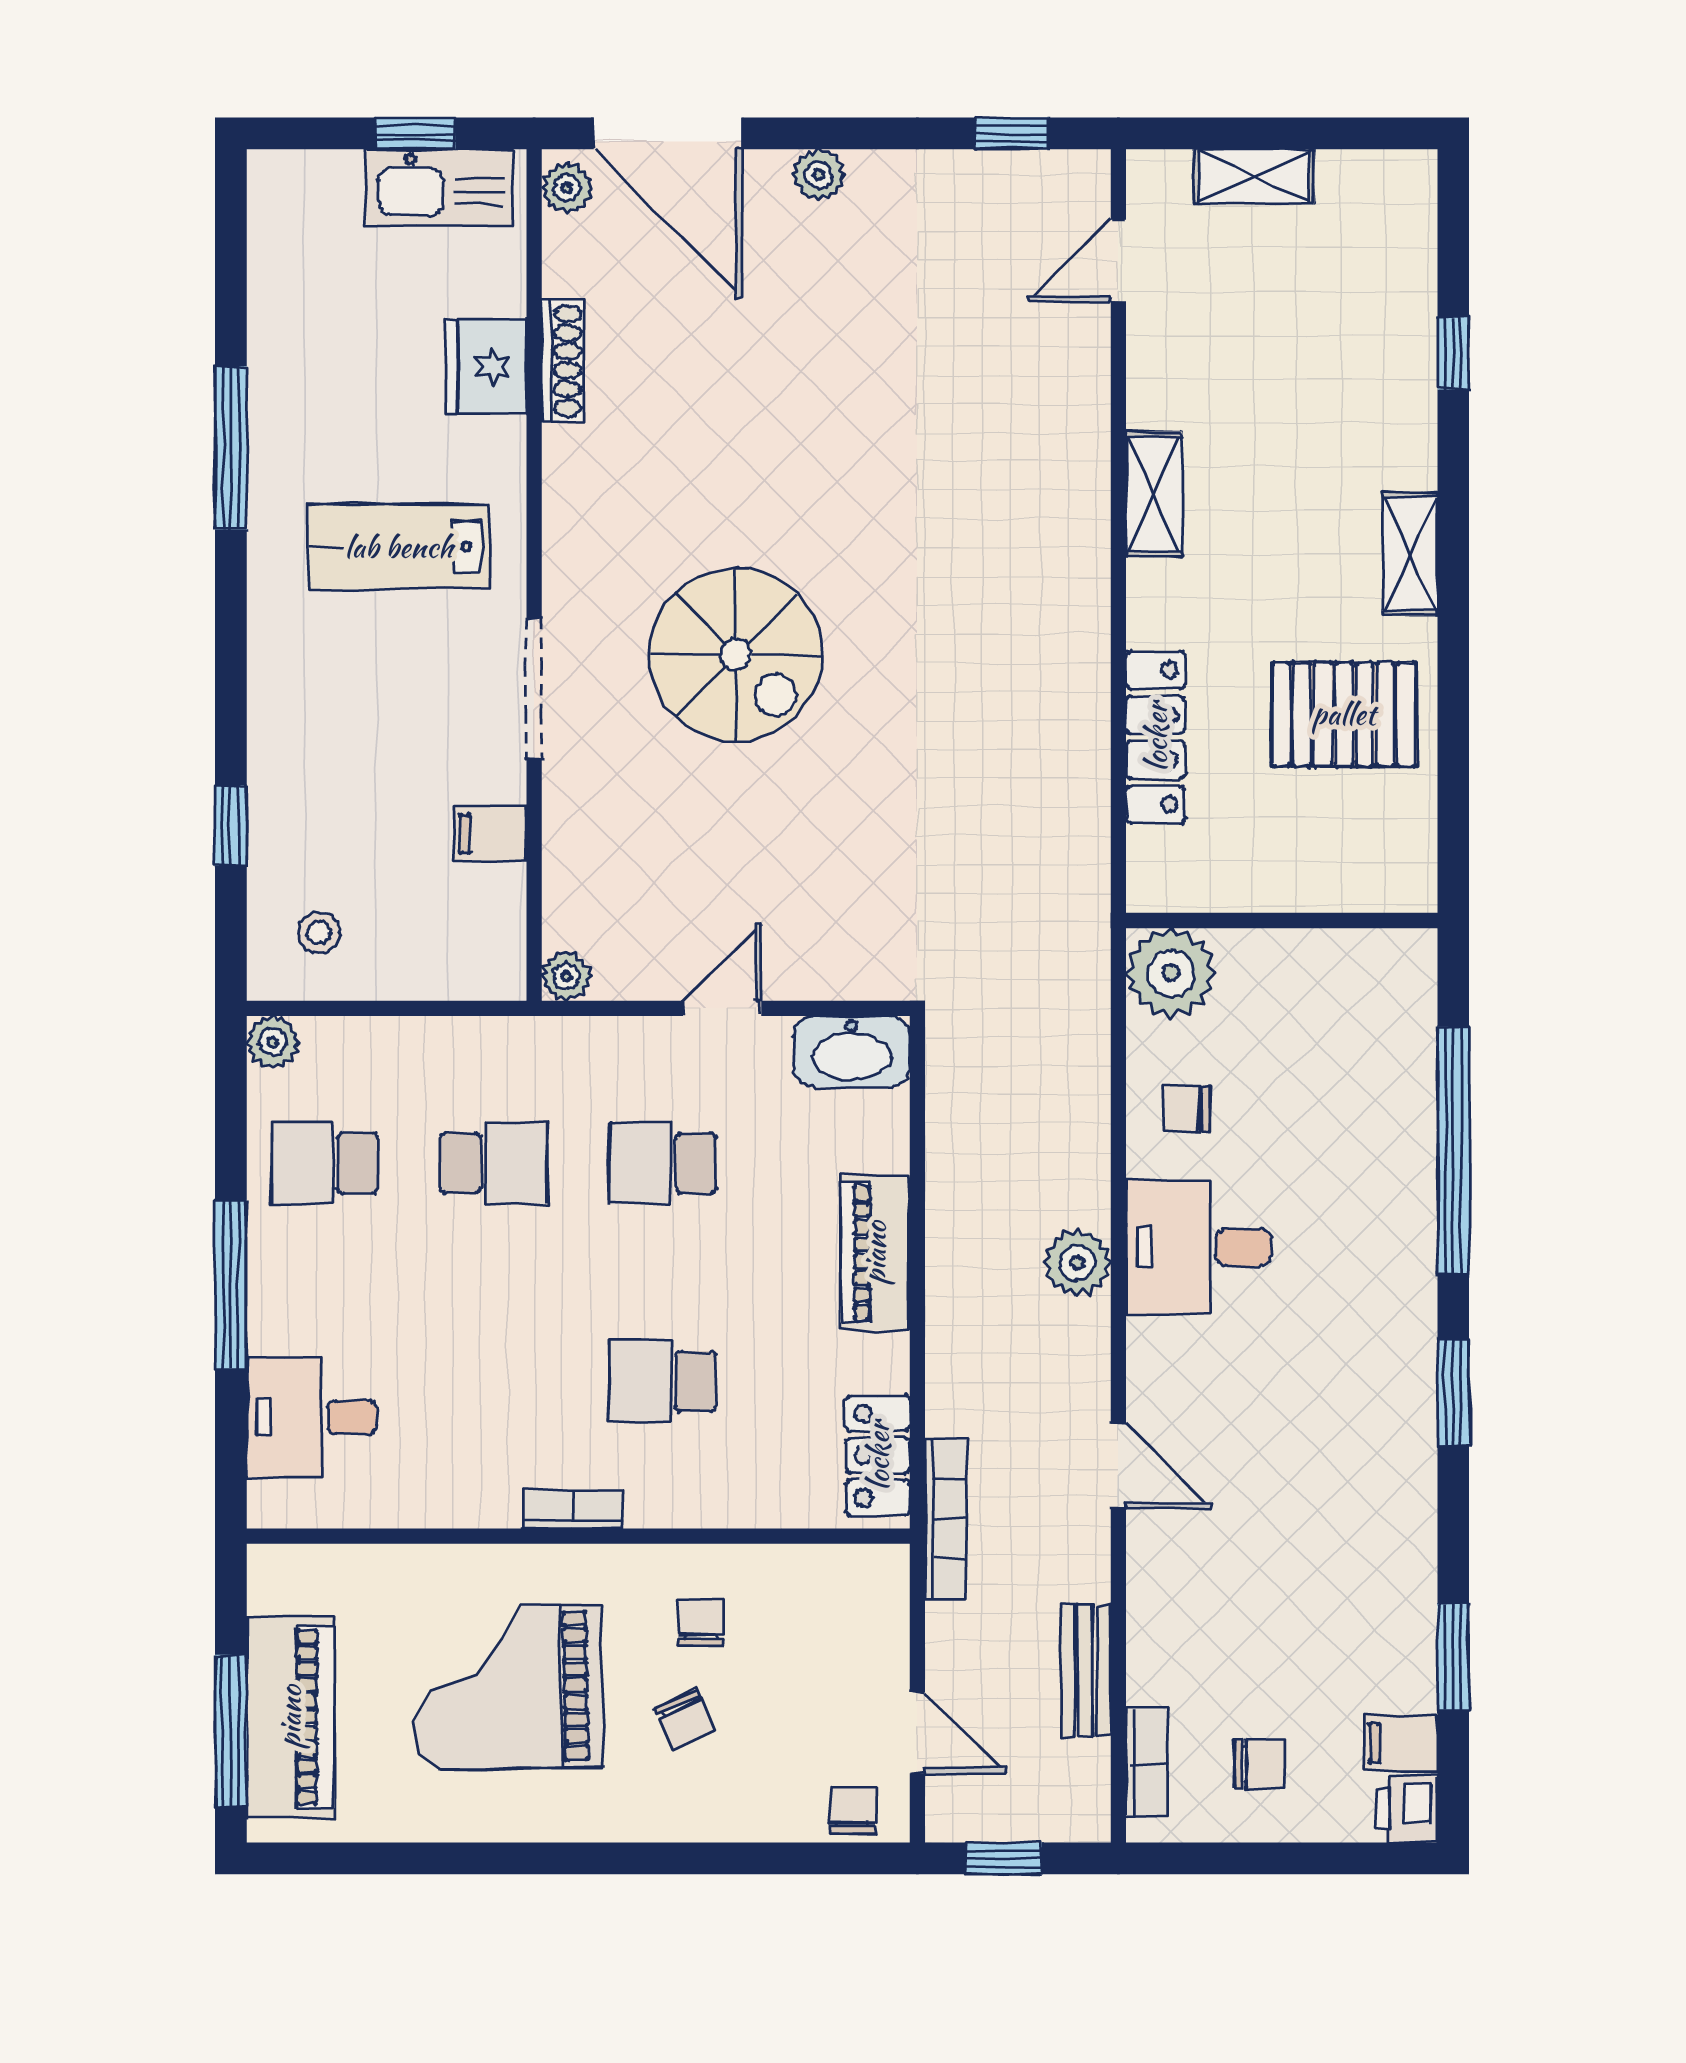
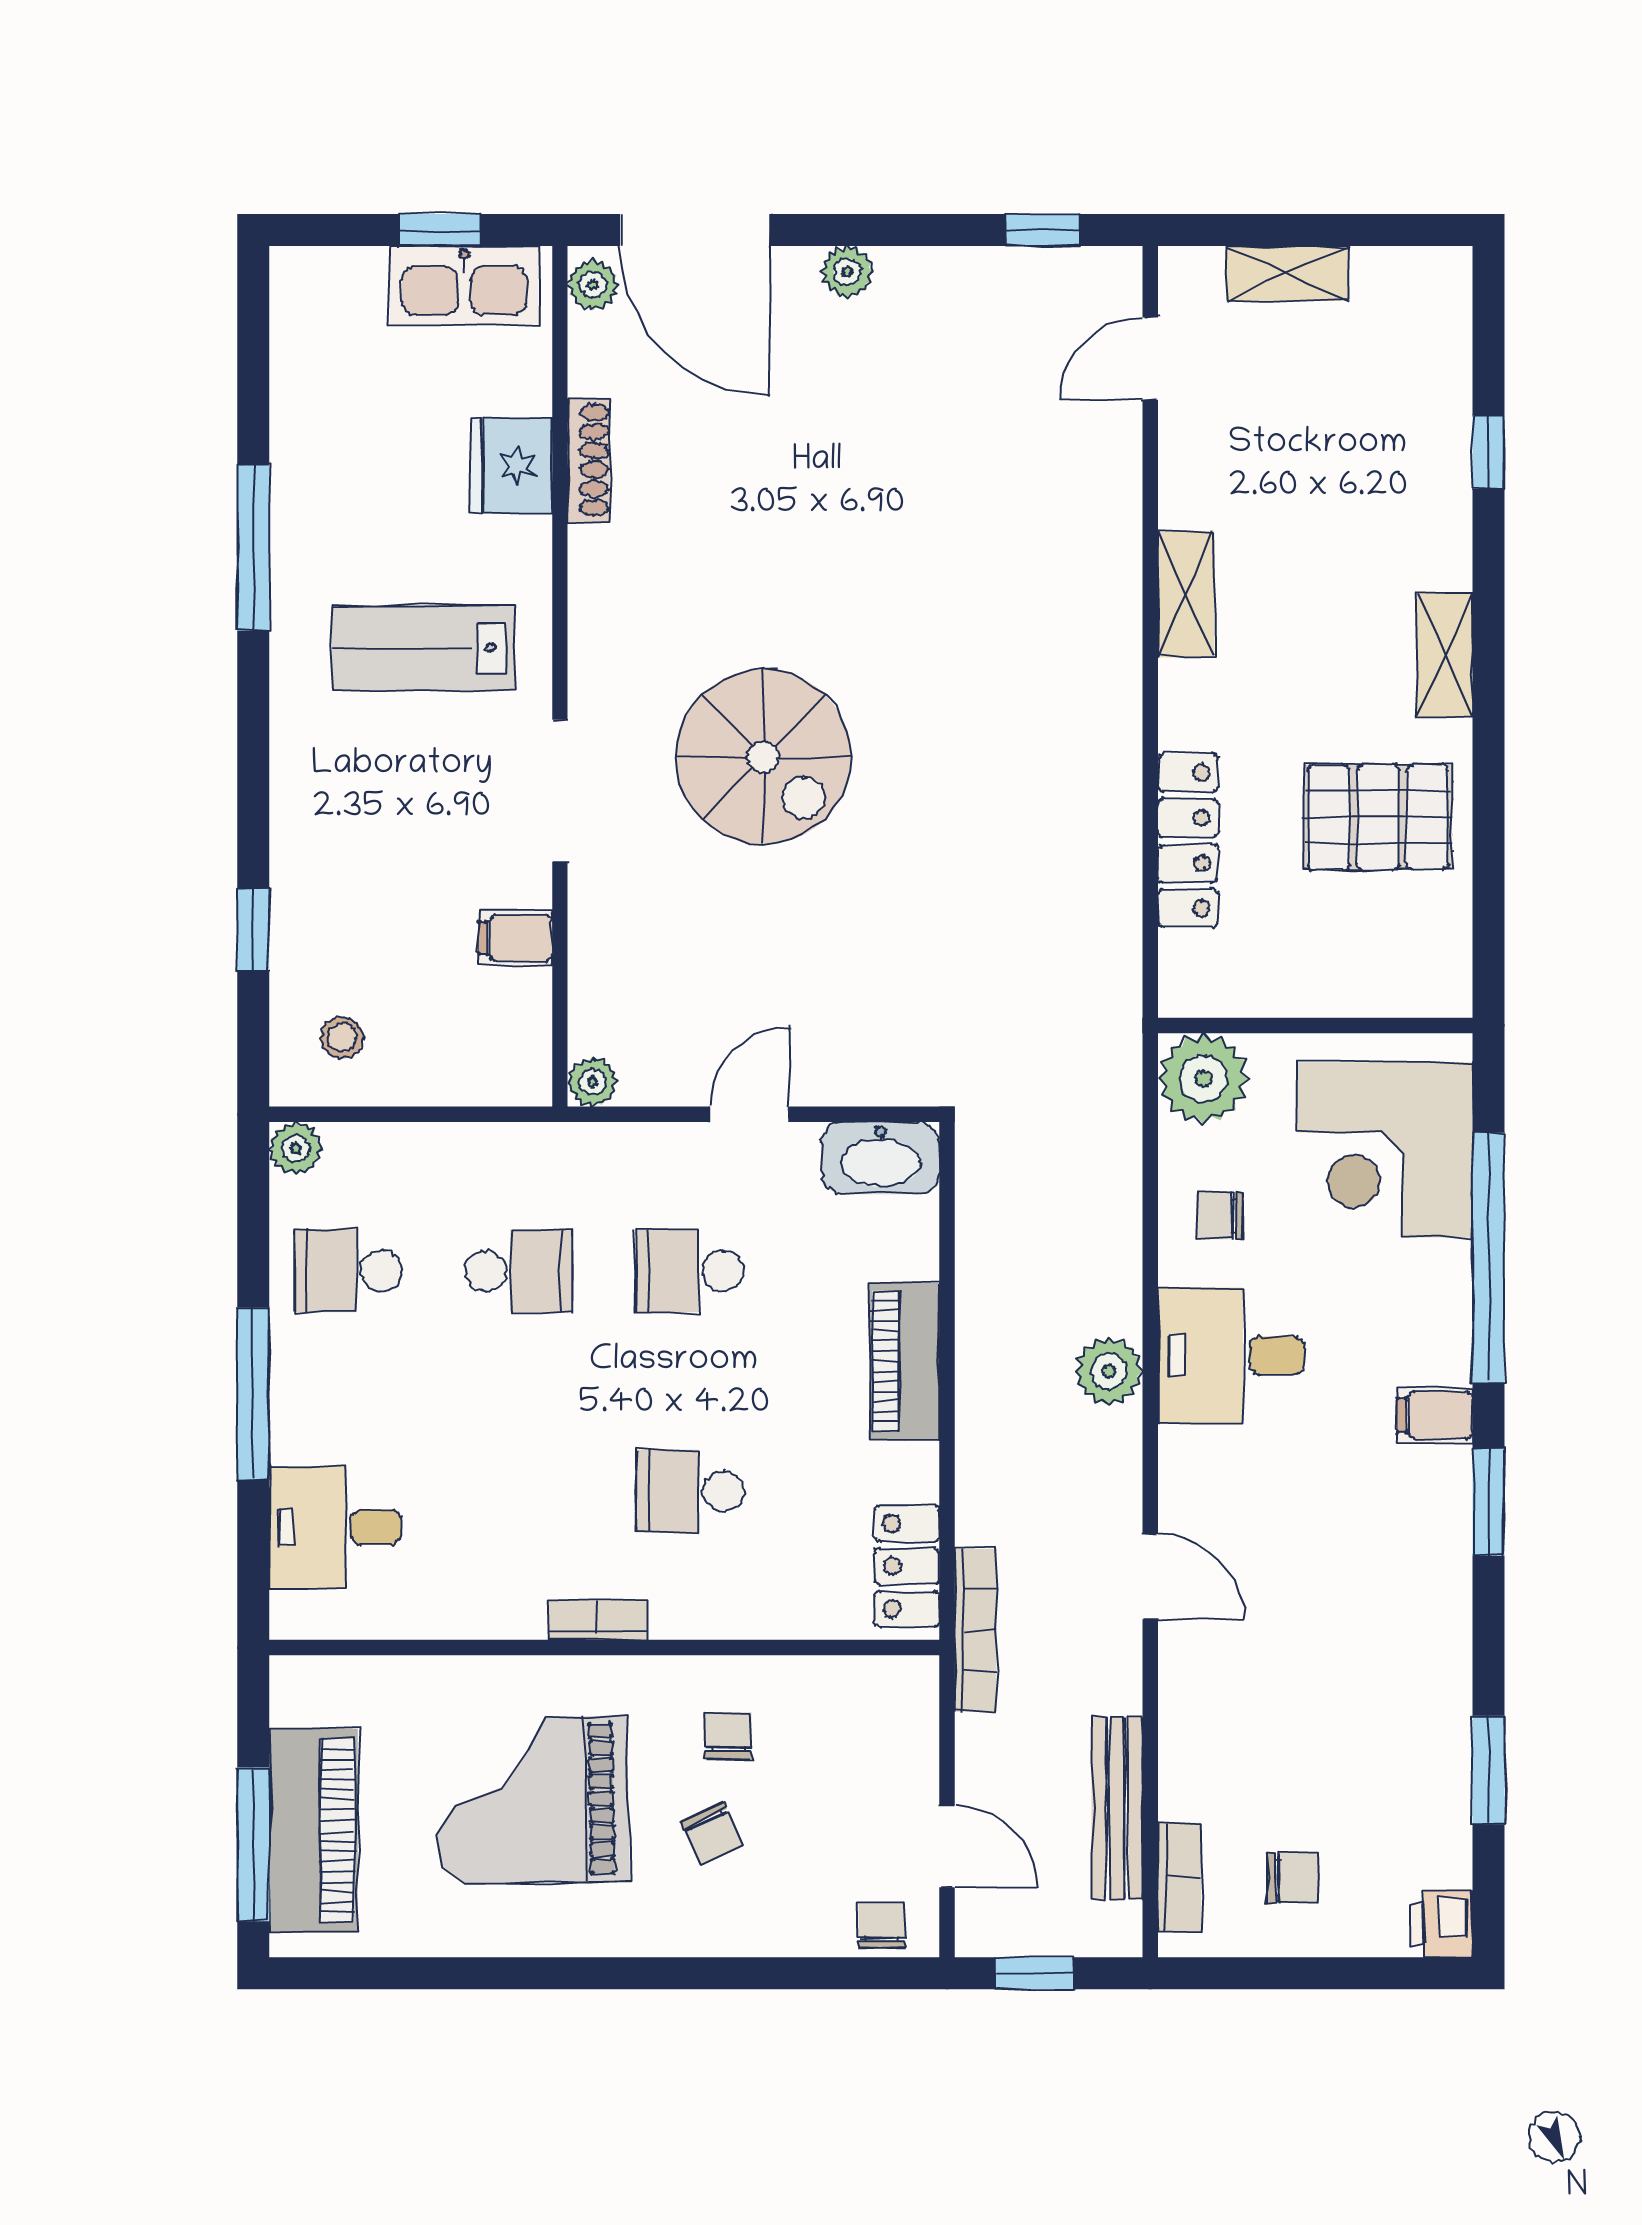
corner desk: (1351, 1044) -> (1385, 1150), added
bench: (1086, 1670) -> (1117, 1808), width x1.36
filing cabinet: (1400, 1743) -> (1435, 1415), moved

